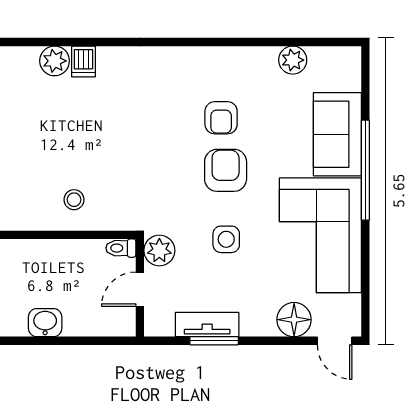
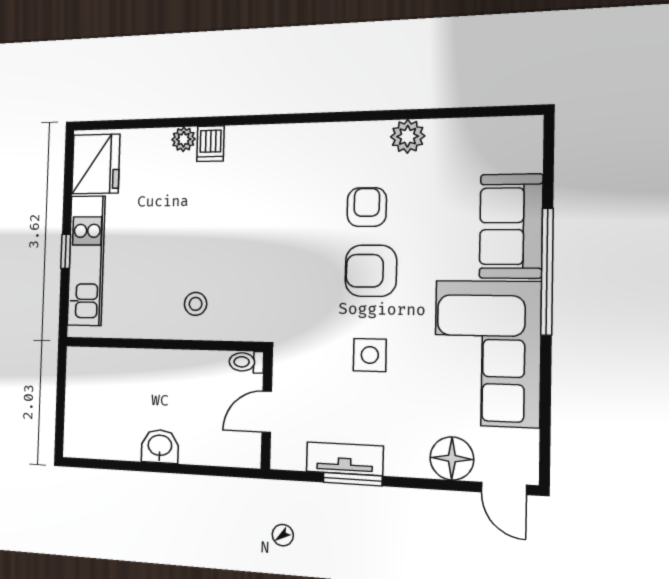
plant: (293, 60) -> (408, 136), moved
plant: (55, 61) -> (184, 139), width x0.73, depth x0.73
armchair: (221, 118) -> (367, 207), turned 180
armchair: (226, 170) -> (371, 271), turned -90
plant: (159, 251) -> (290, 366), removed

